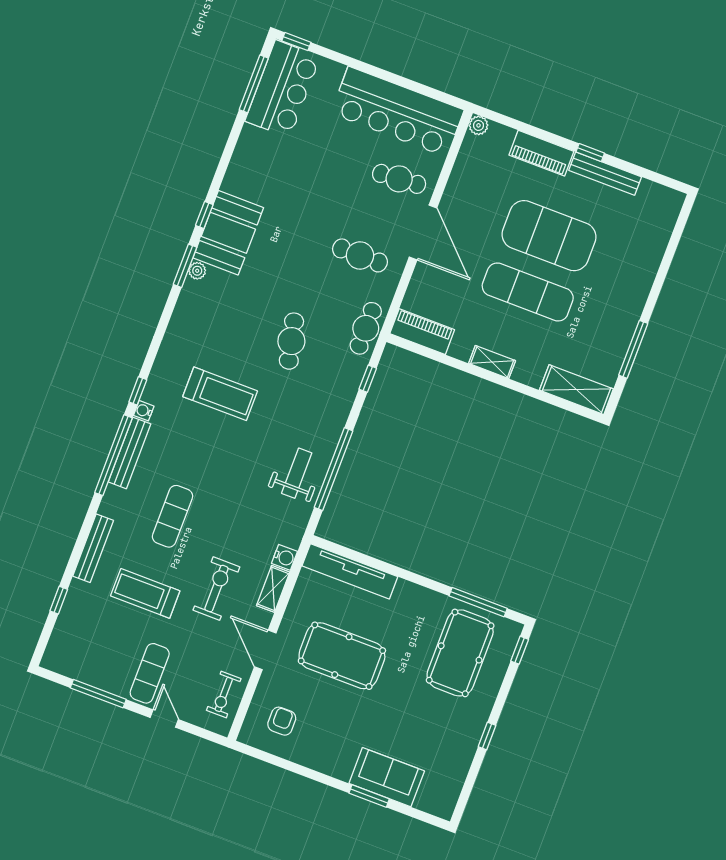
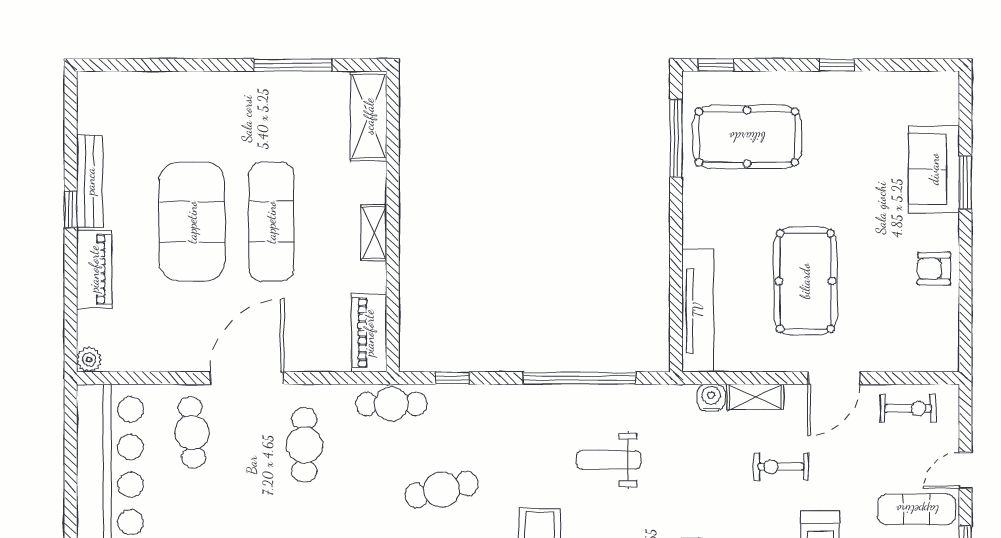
weight bench: (297, 473) -> (609, 460), moved
exercise bike: (216, 589) -> (781, 467), width x0.73, depth x0.72
armchair: (282, 721) -> (934, 269), moved

